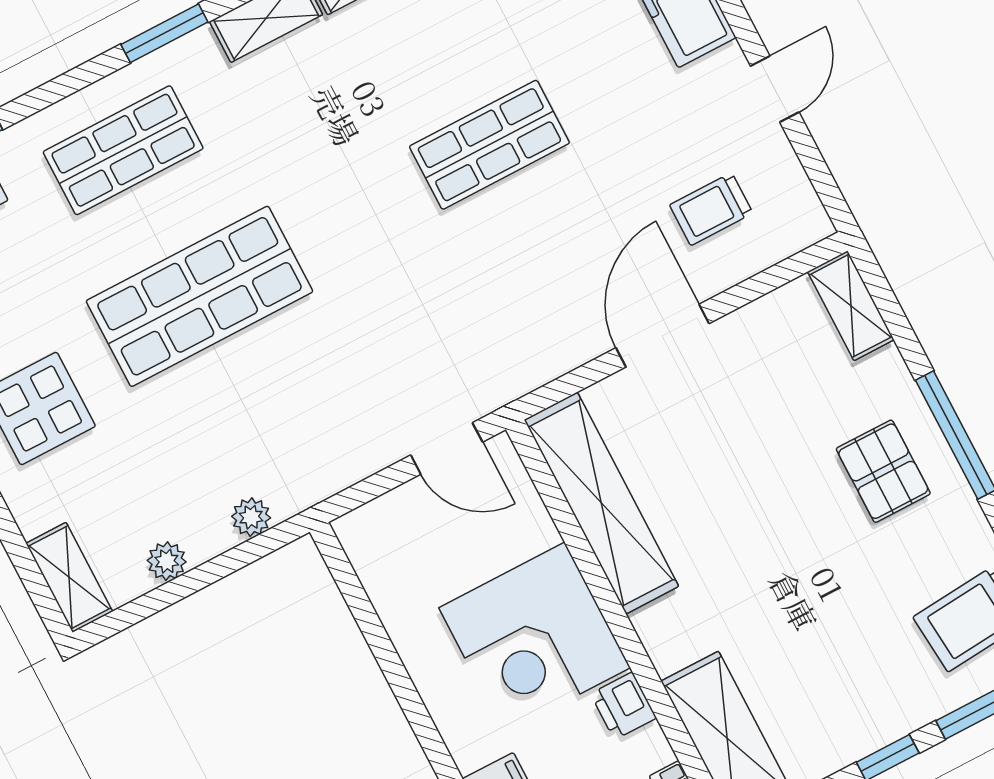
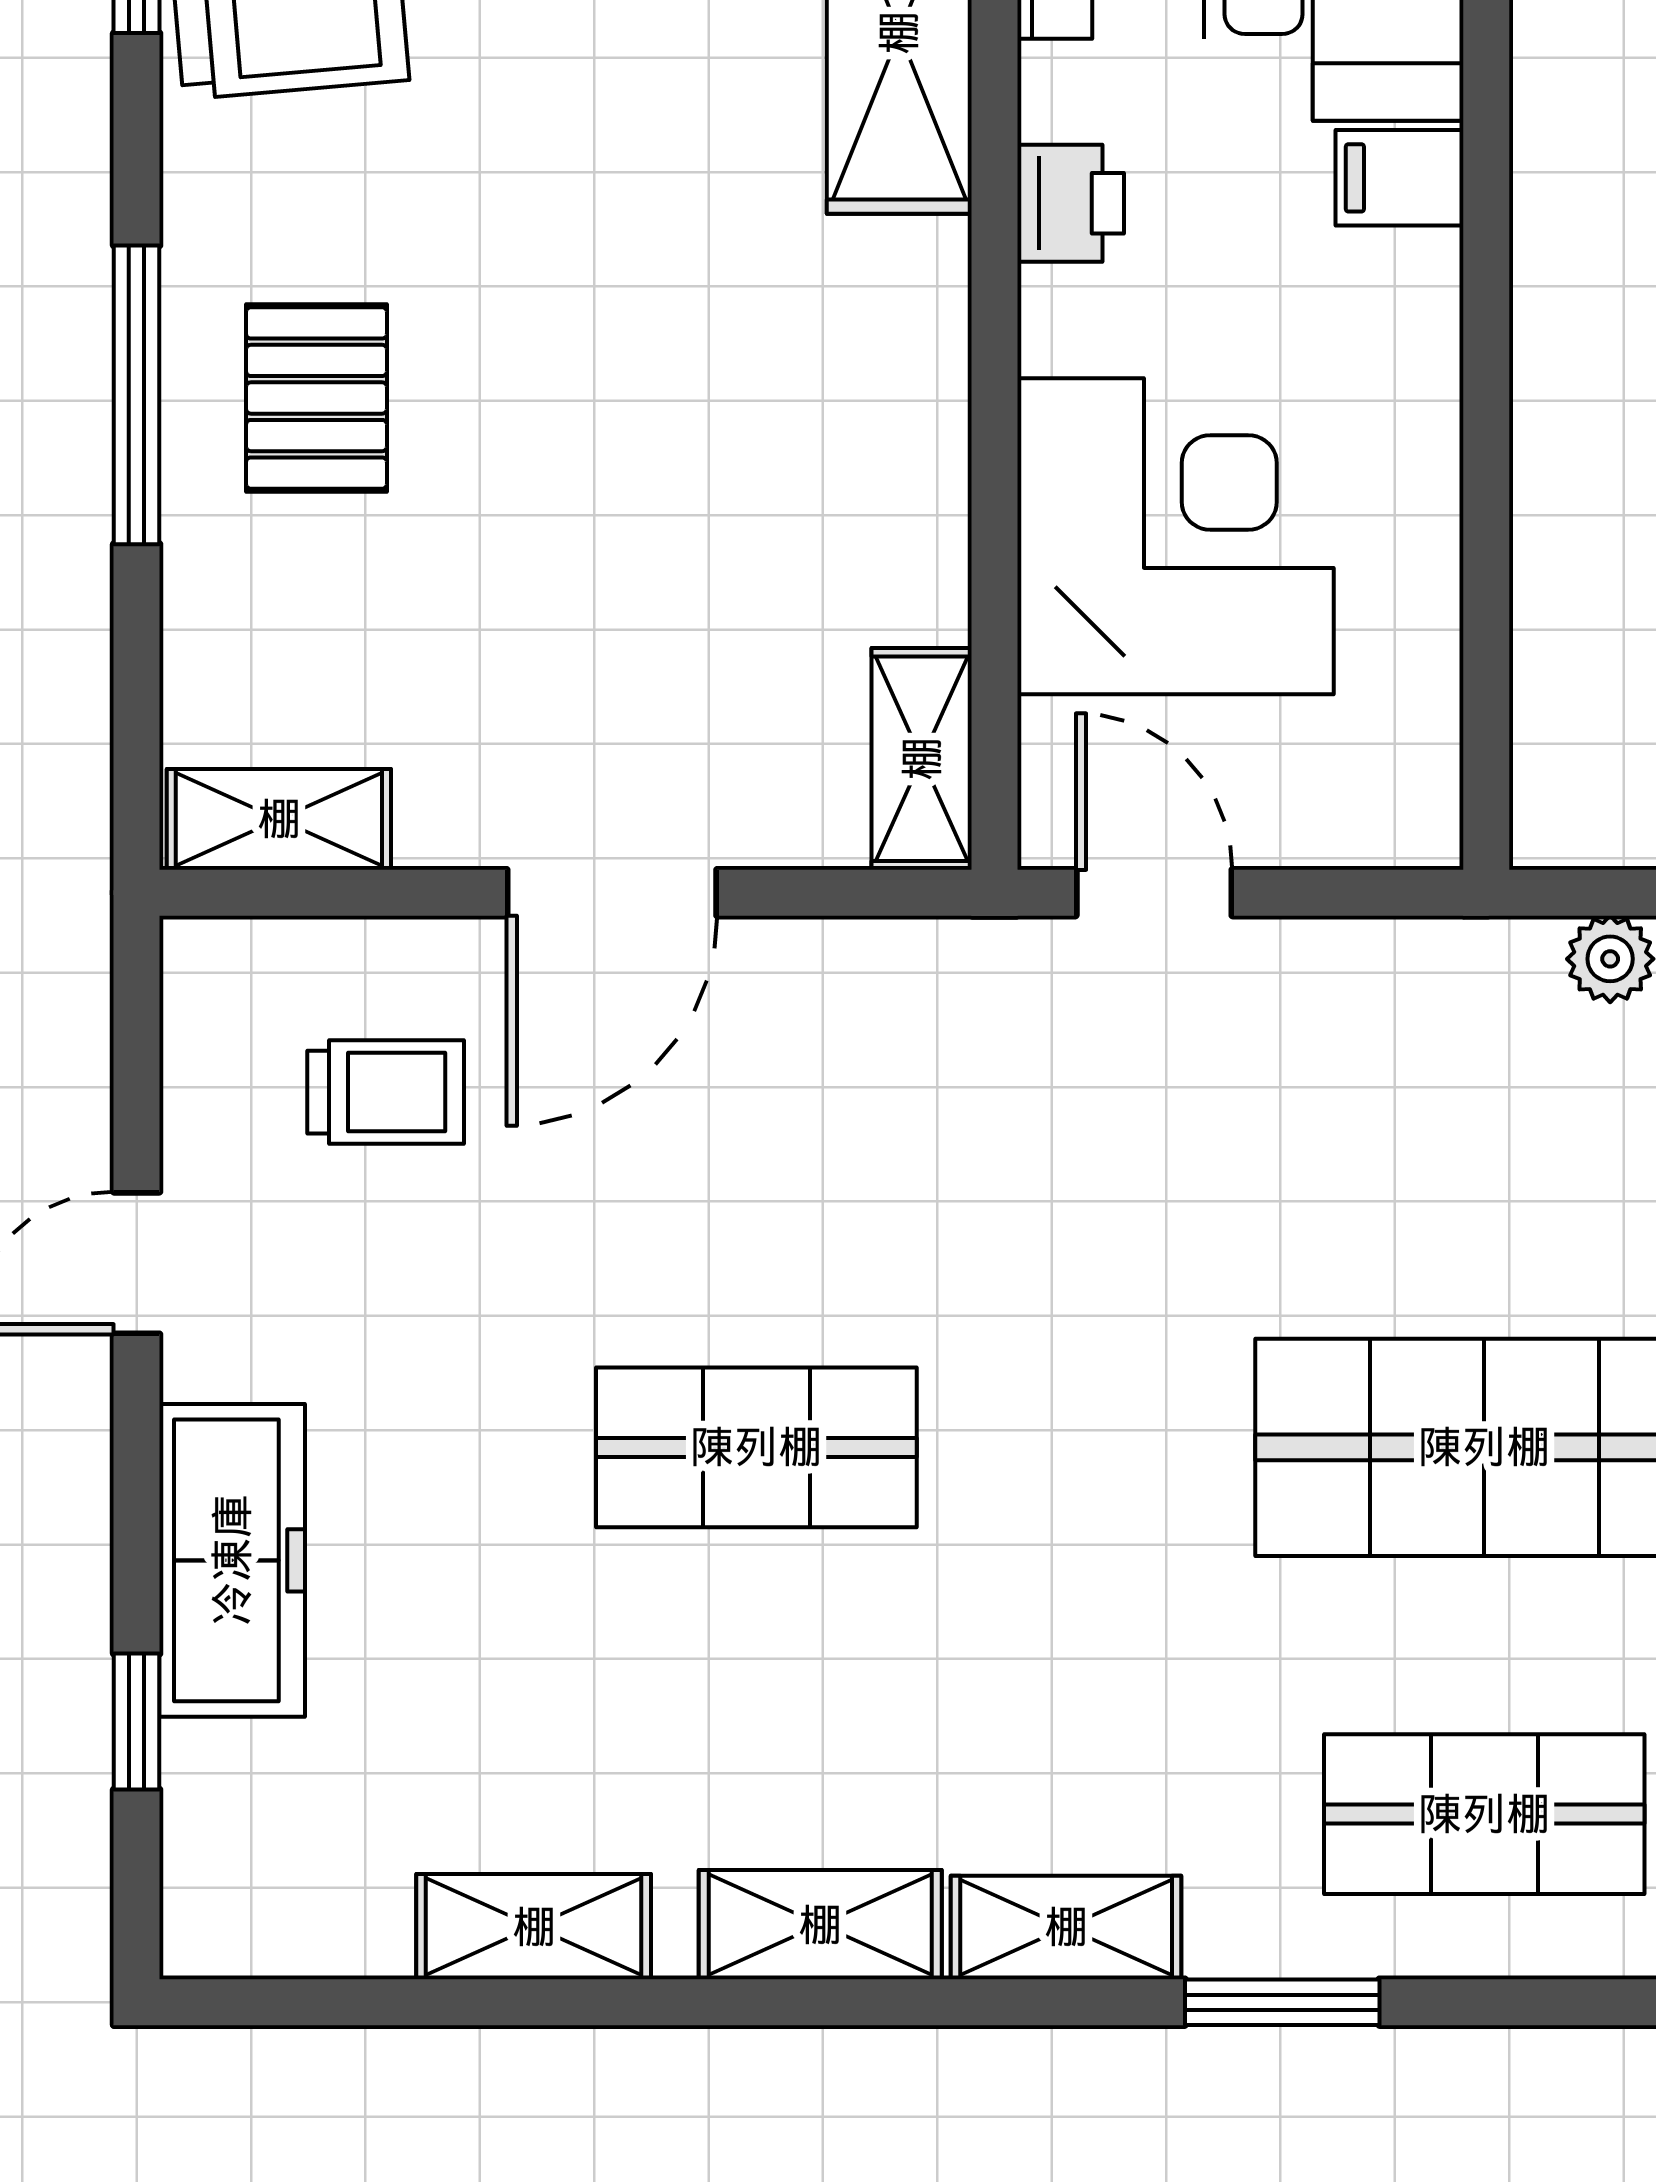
shelving: (851, 306) -> (279, 819), moved, turned 90
shelving: (601, 503) -> (922, 759), width x0.45, depth x0.75
corner desk: (535, 638) -> (1175, 536), moved

